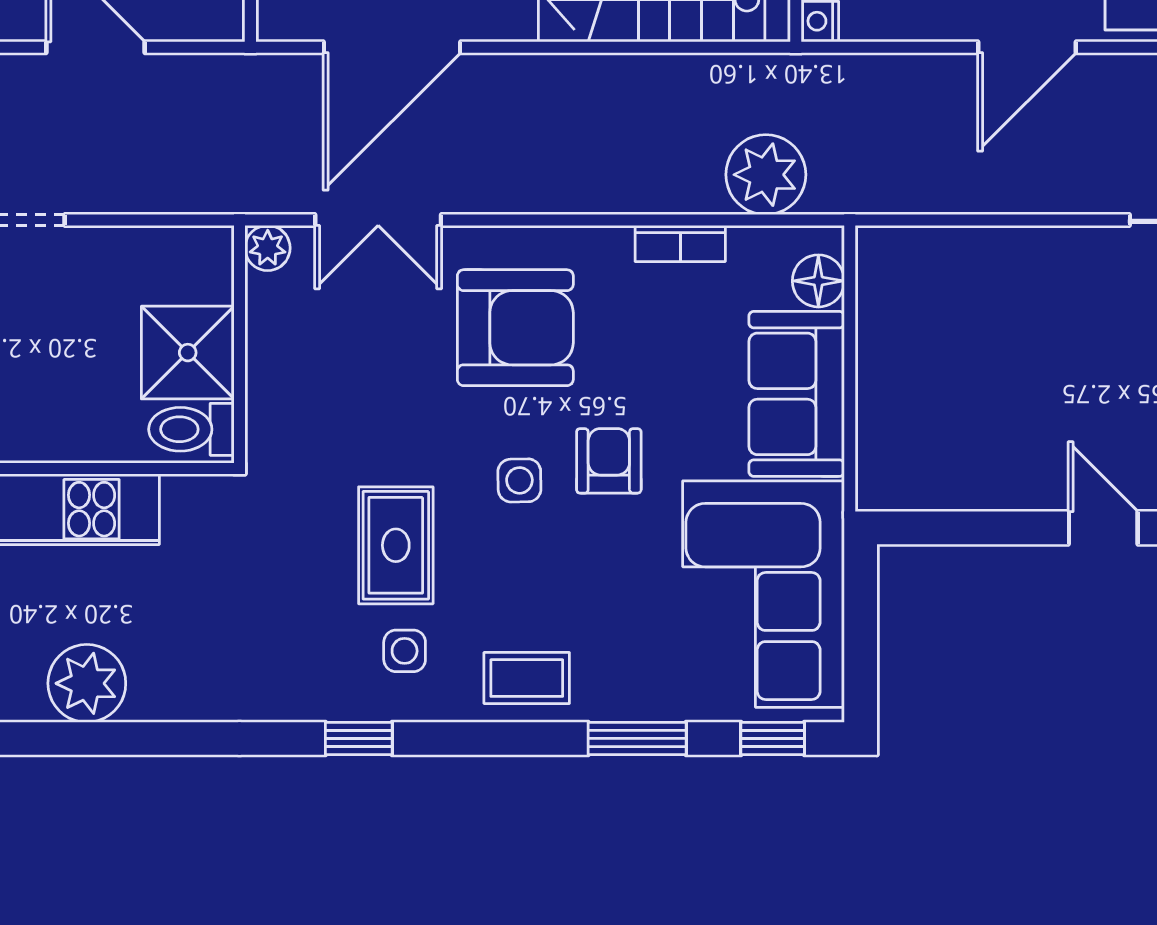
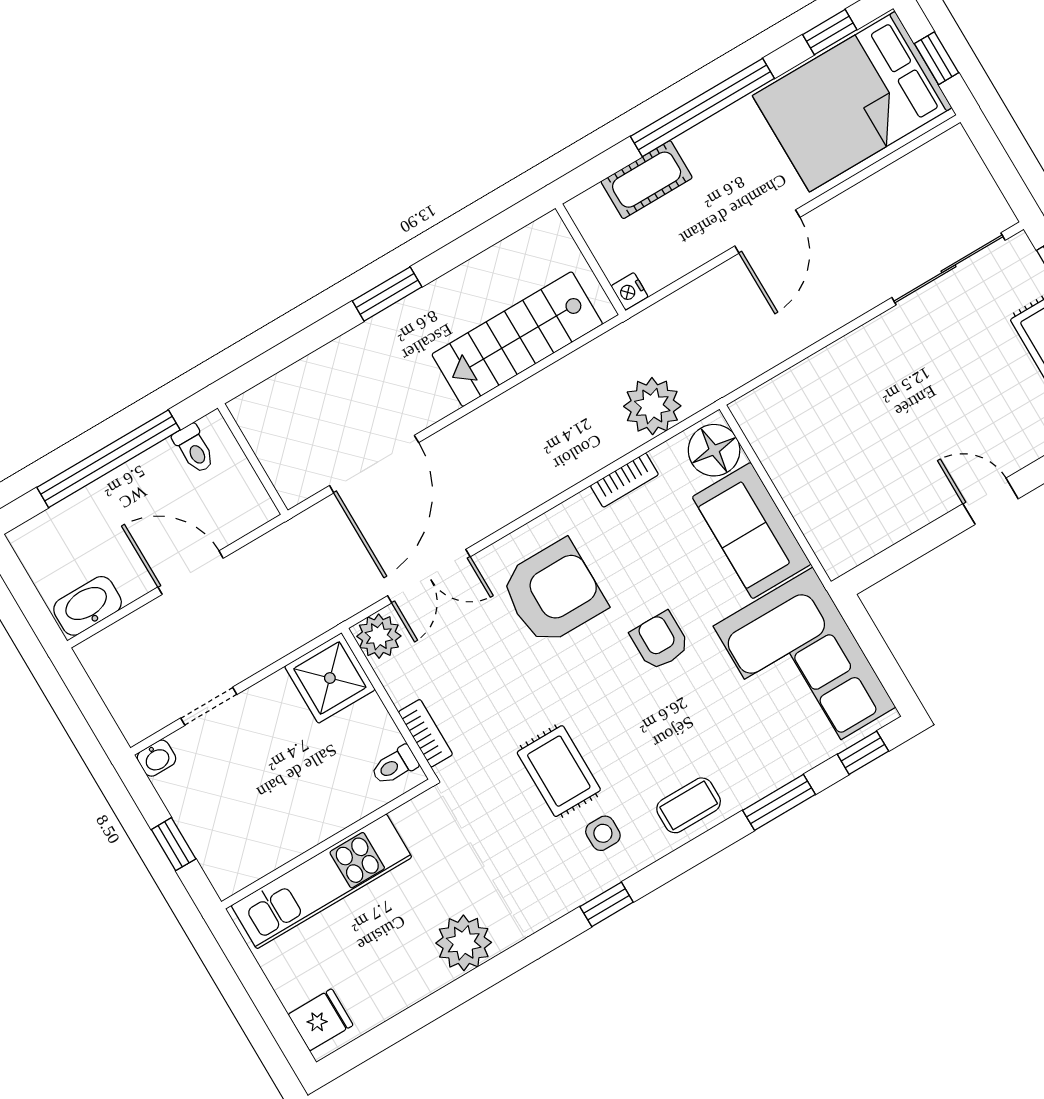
plant: (268, 248) -> (379, 636), width x1.38, depth x1.38
floor lamp: (818, 281) -> (714, 450), width x1.38, depth x1.38
shower: (188, 353) -> (330, 678), moved
bookcase: (263, 406) -> (425, 733), added
toilet: (191, 429) -> (395, 765), width x0.73, depth x0.72
side table: (519, 480) -> (612, 686), removed
plant: (87, 683) -> (464, 943), moved

